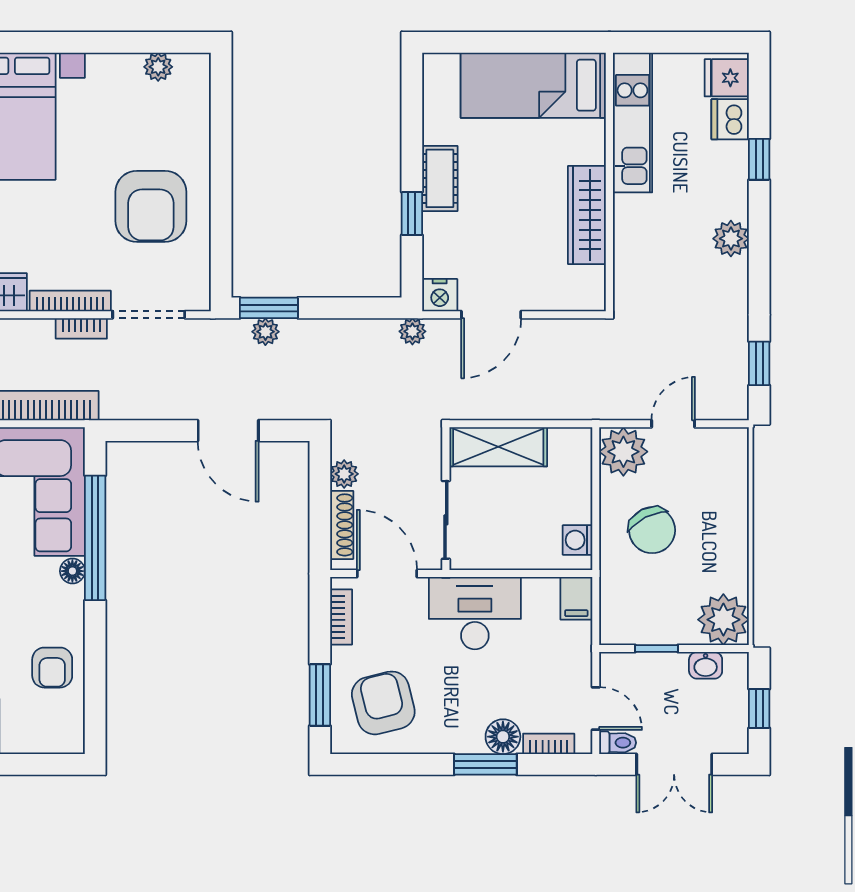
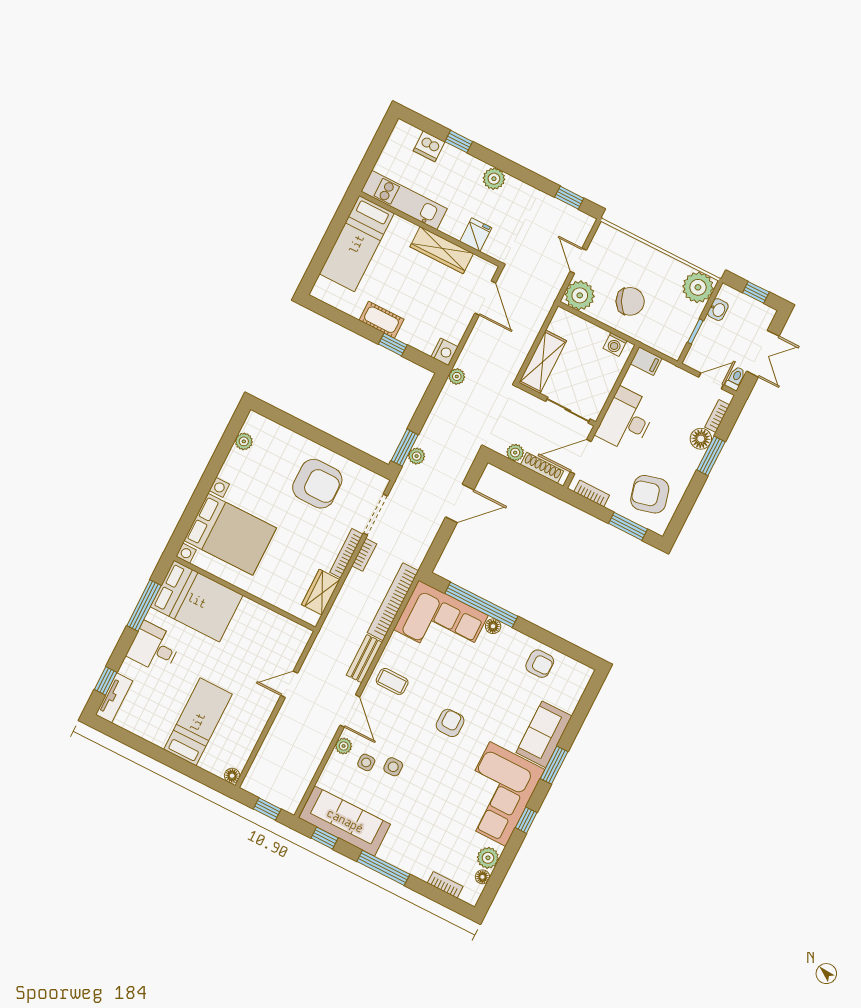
fridge: (727, 78) -> (476, 235), moved, turned 180
door: (491, 315) -> (485, 298), moved

